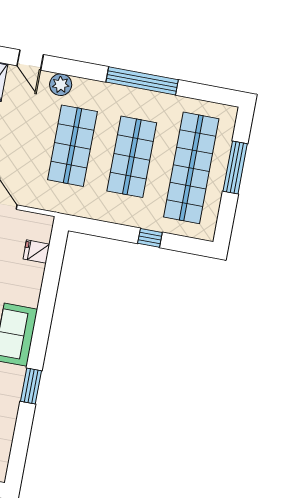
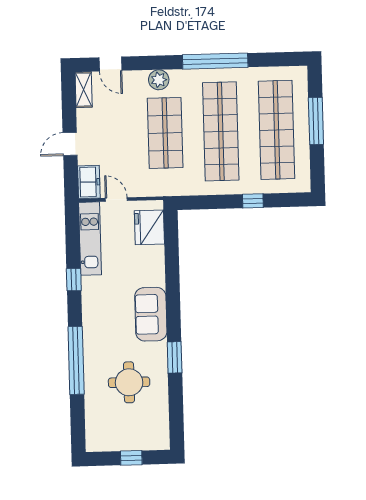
plant: (61, 85) -> (159, 80), moved
shop shelf: (132, 157) -> (221, 131), width x1.40
fridge: (36, 252) -> (149, 227), width x1.88, depth x1.34

